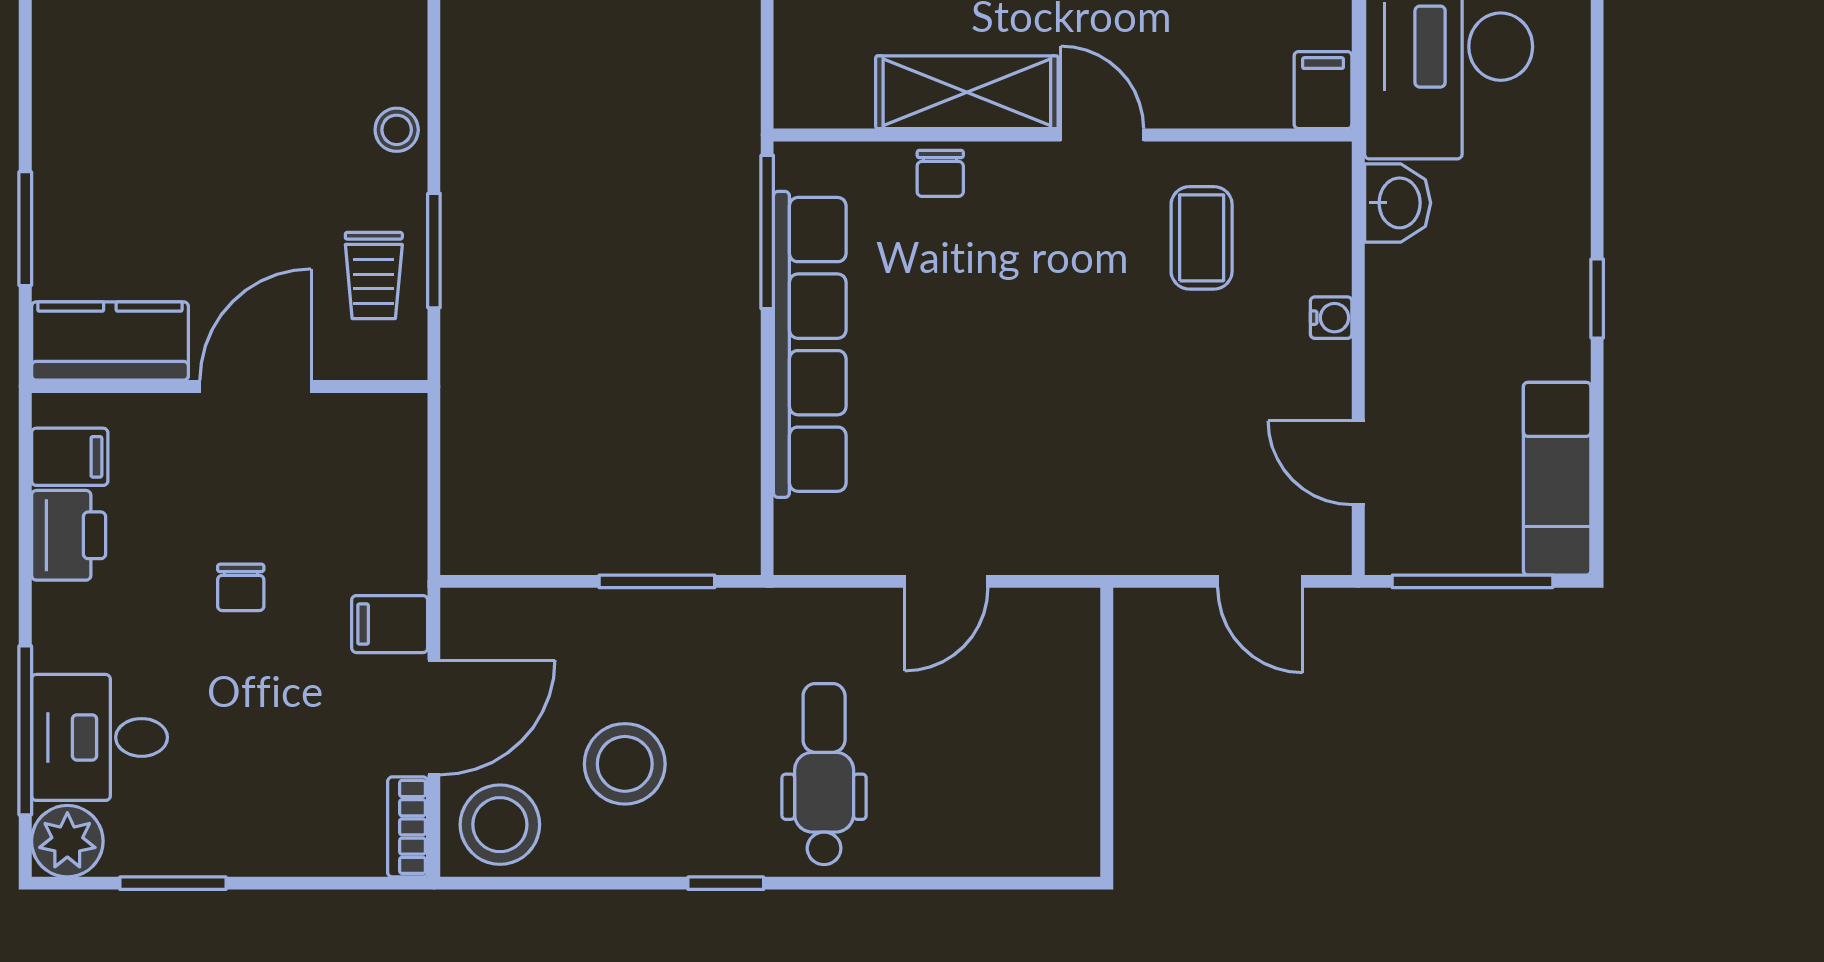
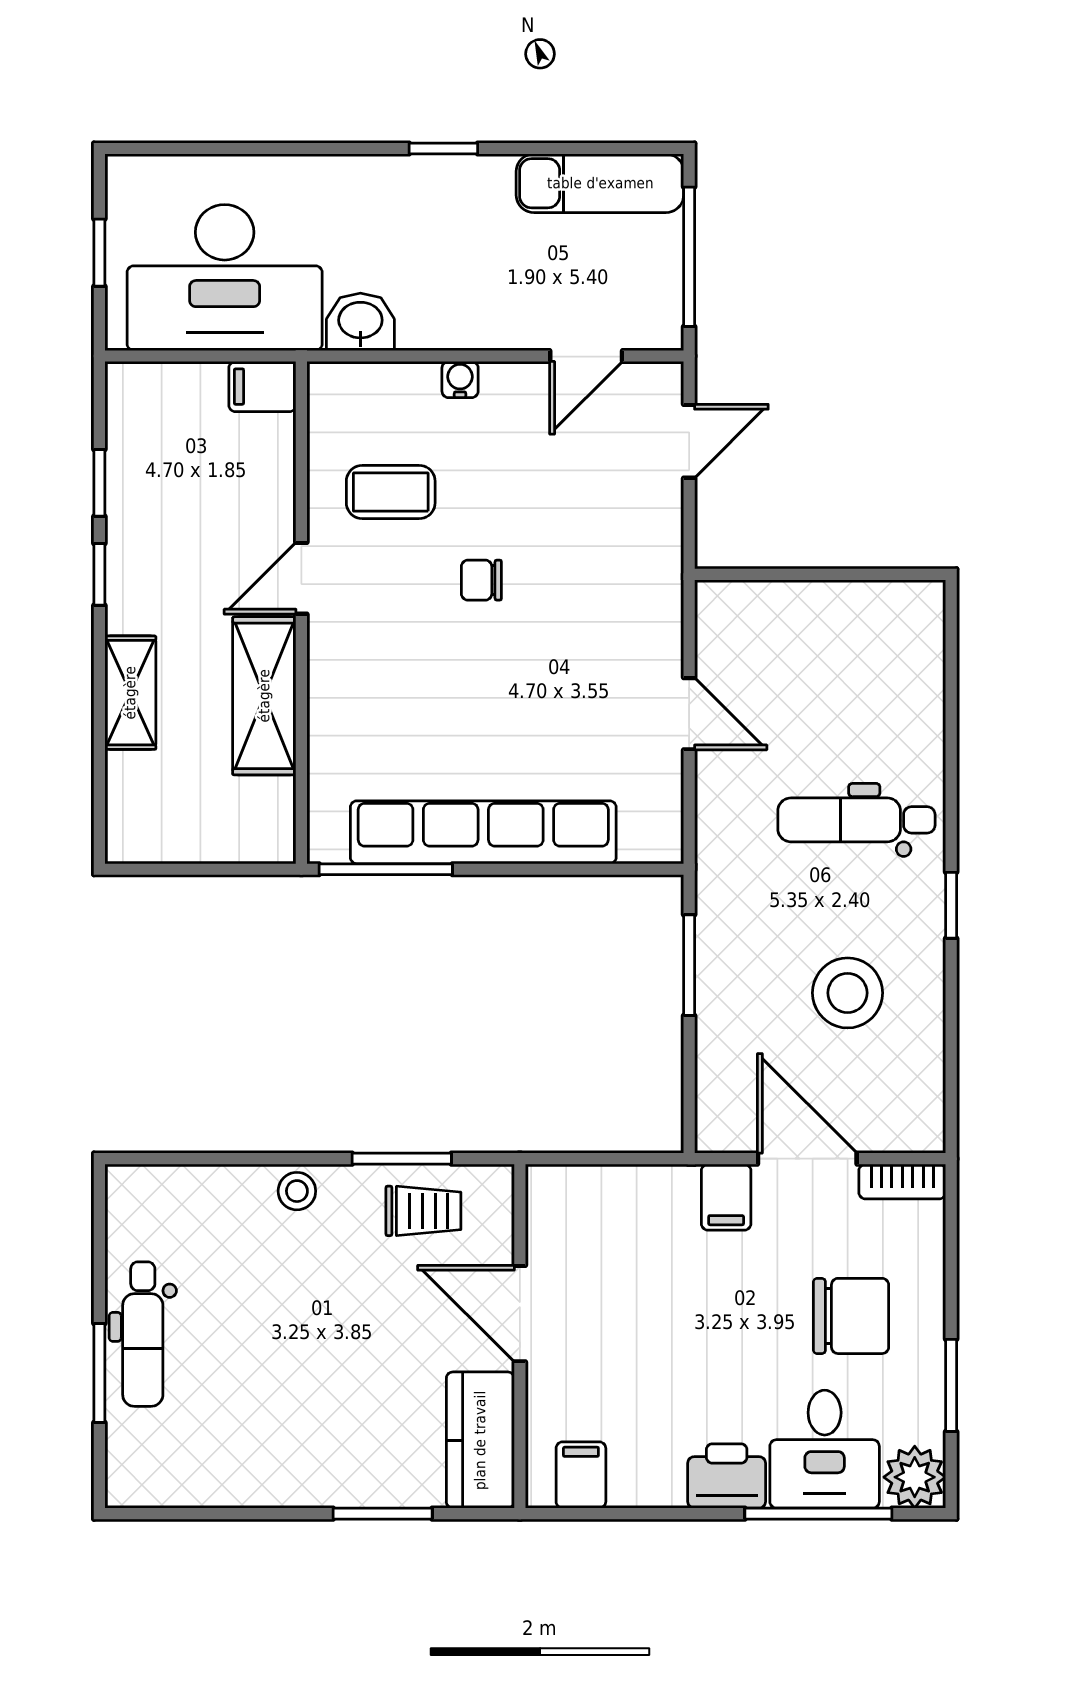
chair: (940, 173) -> (481, 580), moved, turned 180
printer: (69, 535) -> (727, 1476), moved
chair: (241, 587) -> (851, 1316), moved, width x1.87, depth x1.87
stool: (500, 825) -> (900, 1101), removed

